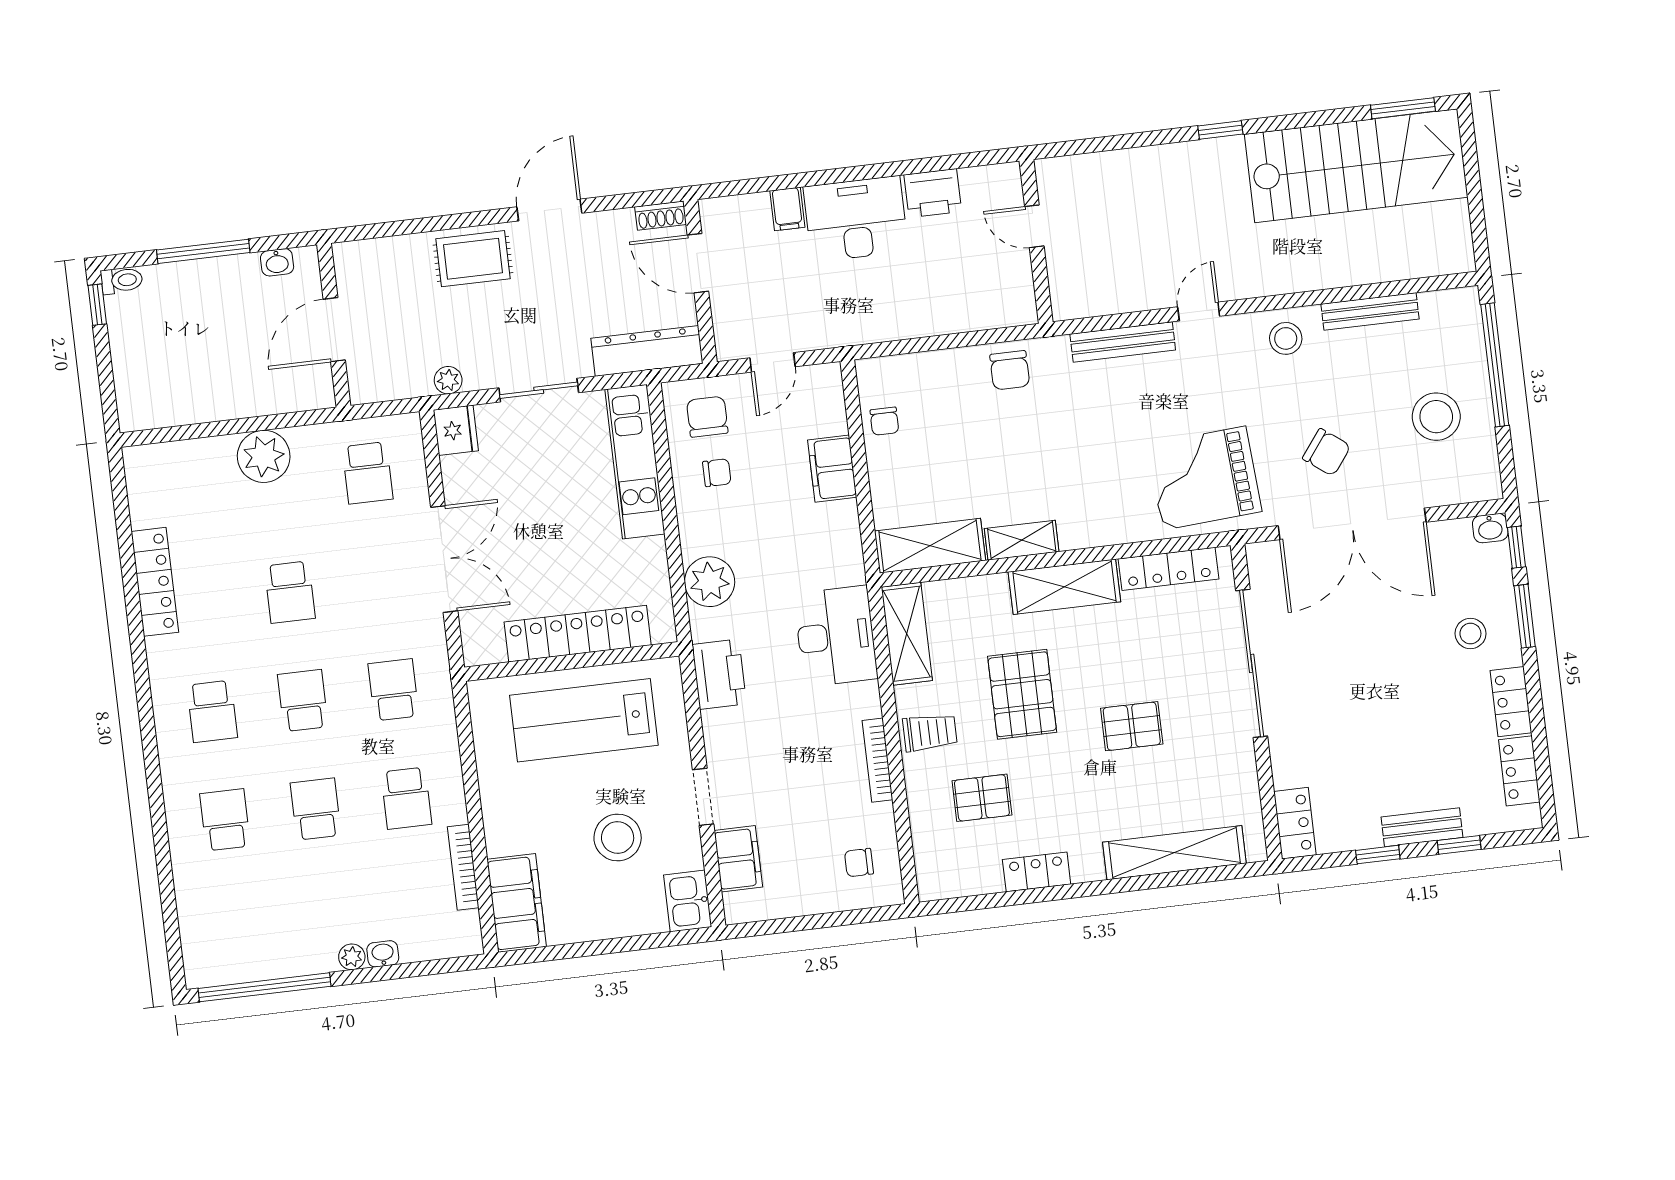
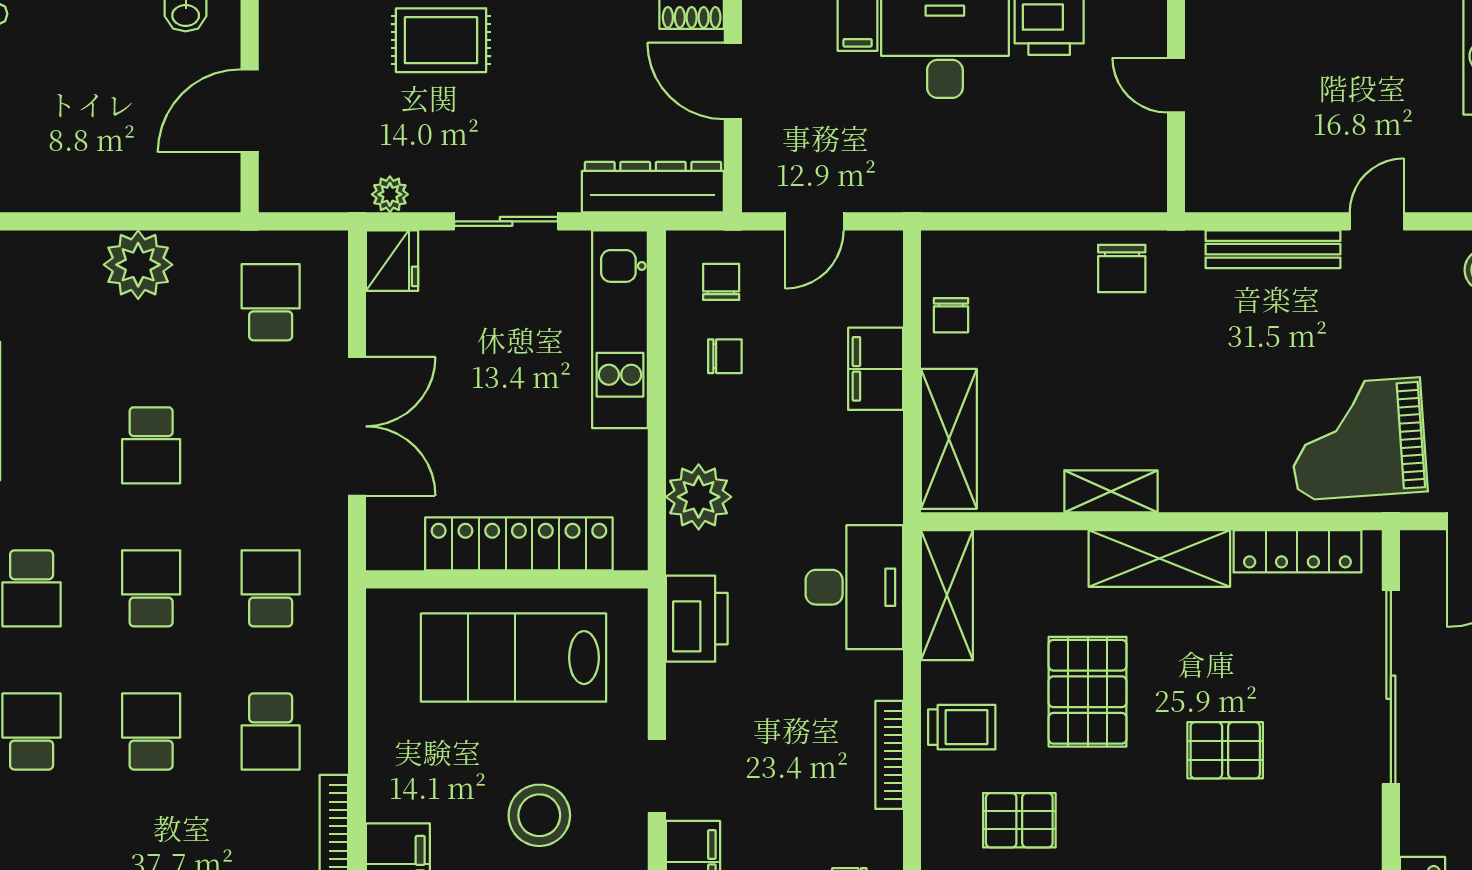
chair: (707, 417) -> (721, 282), width x0.73, depth x0.73
school desk: (368, 473) -> (271, 302), turned 180
shelving: (930, 546) -> (949, 439), moved, turned 90

